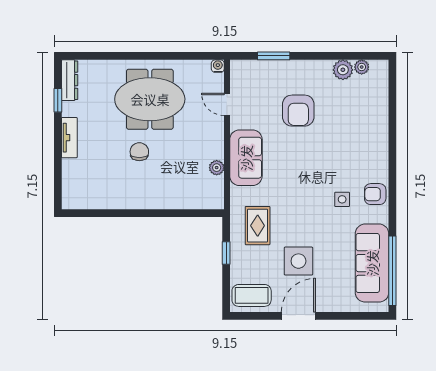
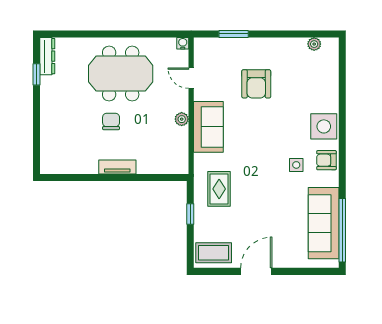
plant: (343, 70) -> (297, 47), removed
tv unit: (69, 138) -> (117, 167), moved, turned -90
plant: (217, 168) -> (182, 119), moved
side table: (298, 261) -> (324, 126), moved

